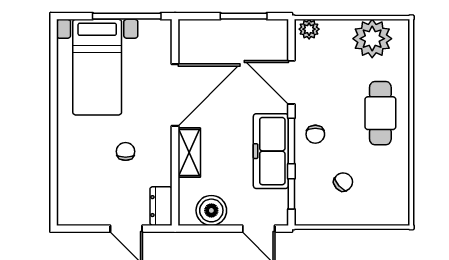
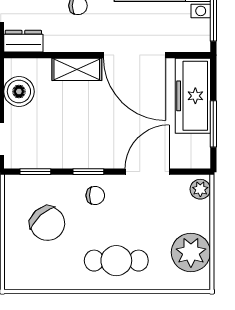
chair: (315, 134) -> (95, 195), turned 180
window: (291, 141) -> (88, 172), width x0.67
freezer: (271, 151) -> (193, 96), moved, turned -90
chair: (343, 182) -> (47, 223), width x1.87, depth x1.87

